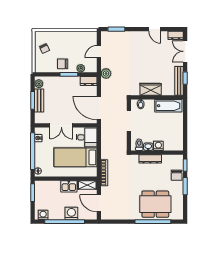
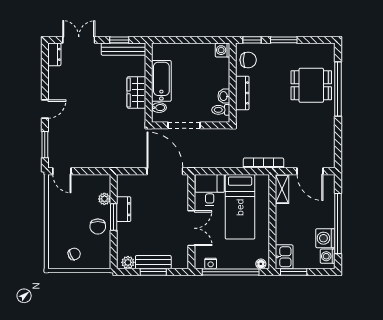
door: (155, 29) -> (45, 109), moved
double door: (185, 51) -> (79, 40), swing flipped
door: (99, 52) -> (62, 171), moved
plant: (106, 74) -> (112, 160), removed
dresser: (89, 81) -> (124, 209), moved
bathtub: (168, 106) -> (161, 81), moved
door: (99, 108) -> (165, 171), swing flipped
washing machine: (158, 146) -> (223, 50), moved
chair: (177, 175) -> (248, 60), moved
kitchen sink: (69, 186) -> (284, 257), moved
door: (99, 203) -> (310, 171), hinge flipped
dining table: (155, 204) -> (311, 85), width x0.73
washing machine: (71, 213) -> (325, 238), moved

